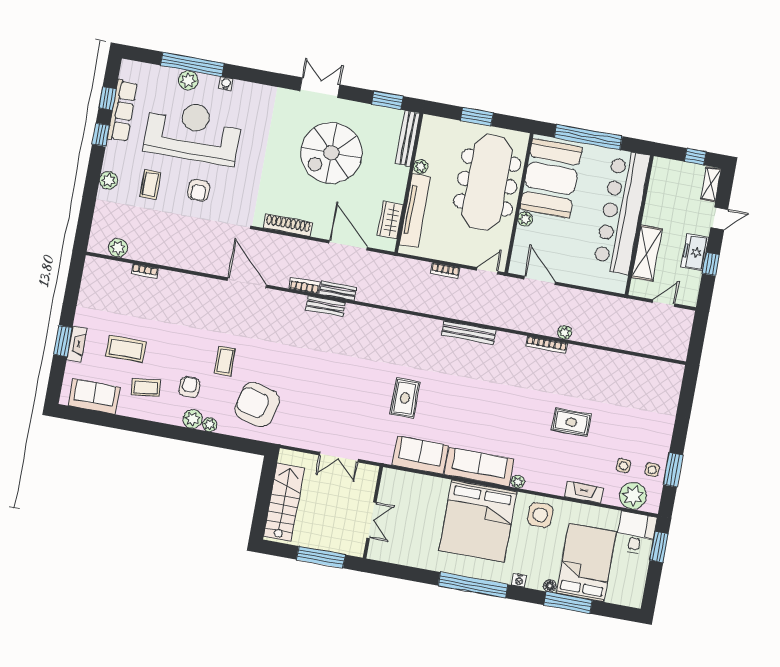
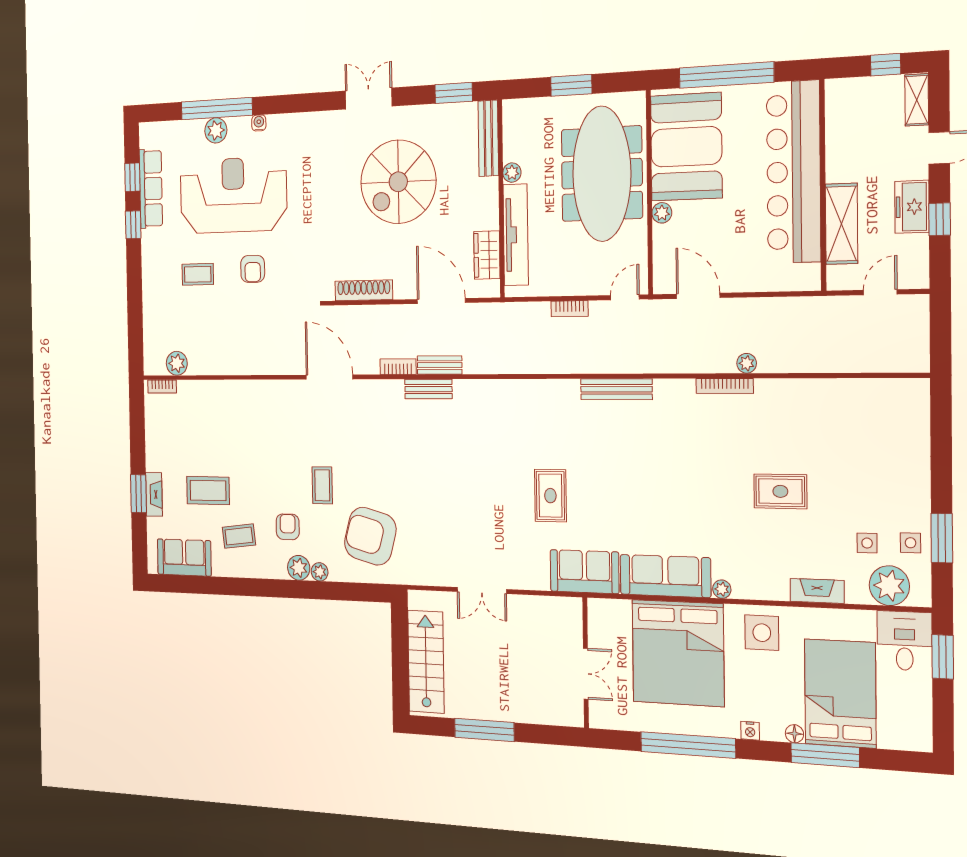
plant: (108, 180) -> (152, 280), removed
coffee table: (150, 184) -> (198, 274), turned 90
bookcase: (145, 271) -> (162, 386), moved
wall: (373, 512) -> (586, 663), moved
double door: (371, 520) -> (586, 674), moved

